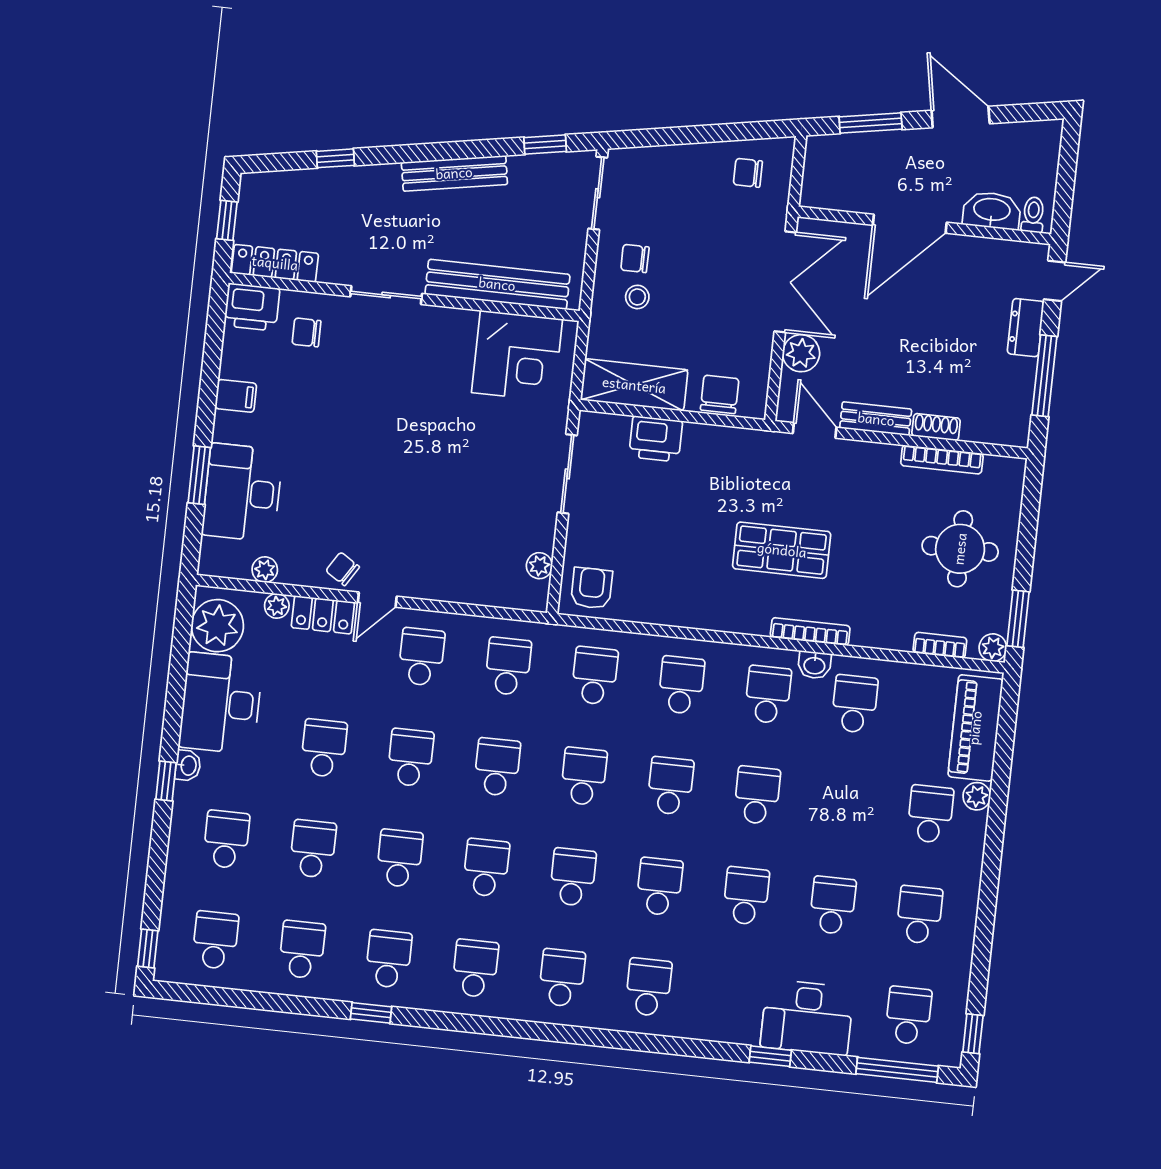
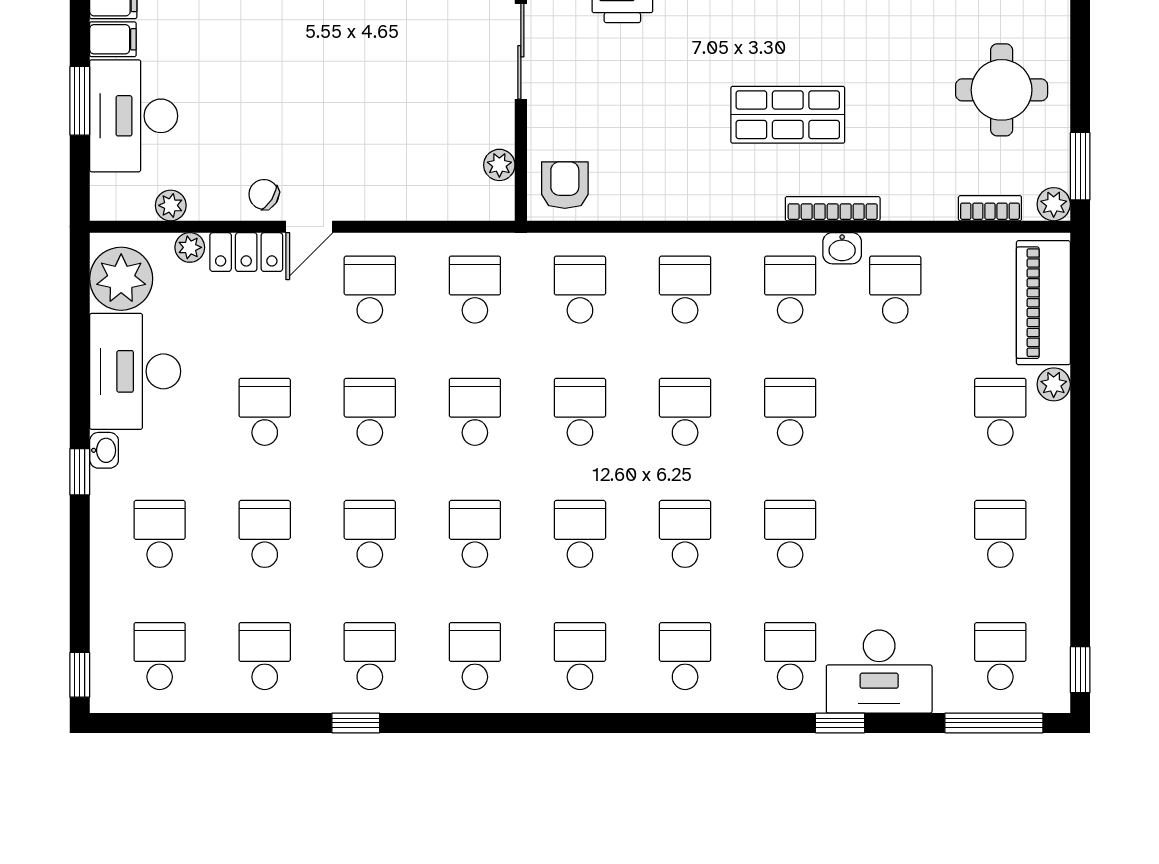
filing cabinet: (232, 427) -> (113, 39), added
school desk: (833, 905) -> (790, 656), moved

